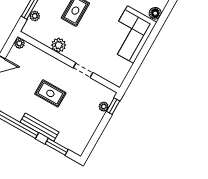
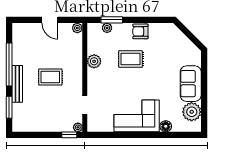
doorway: (83, 70) -> (85, 105), moved
rug: (50, 93) -> (50, 77), turned 90
plant: (104, 107) -> (78, 127), moved

